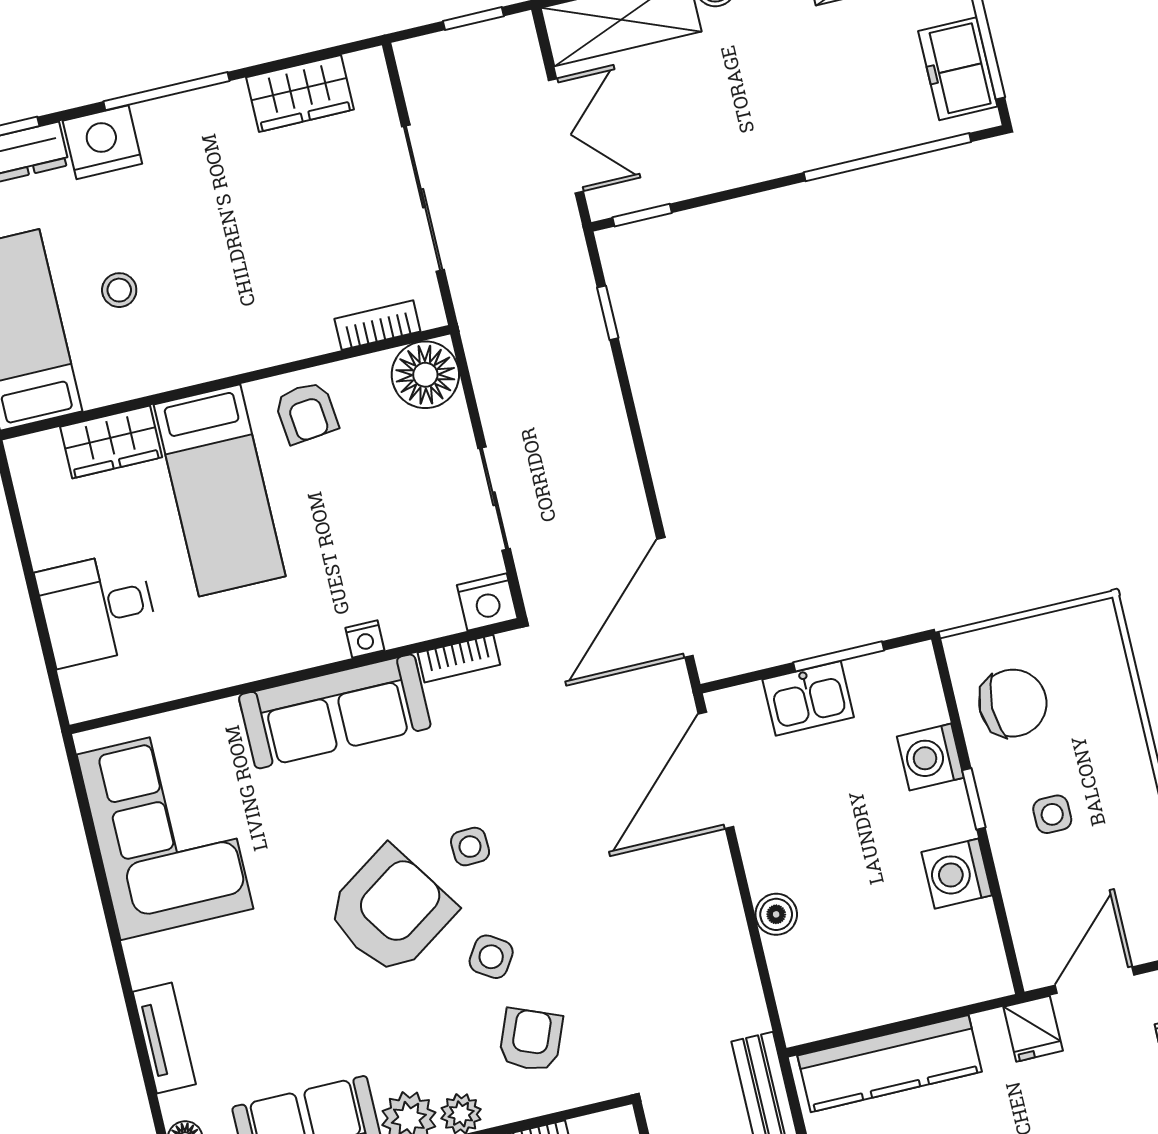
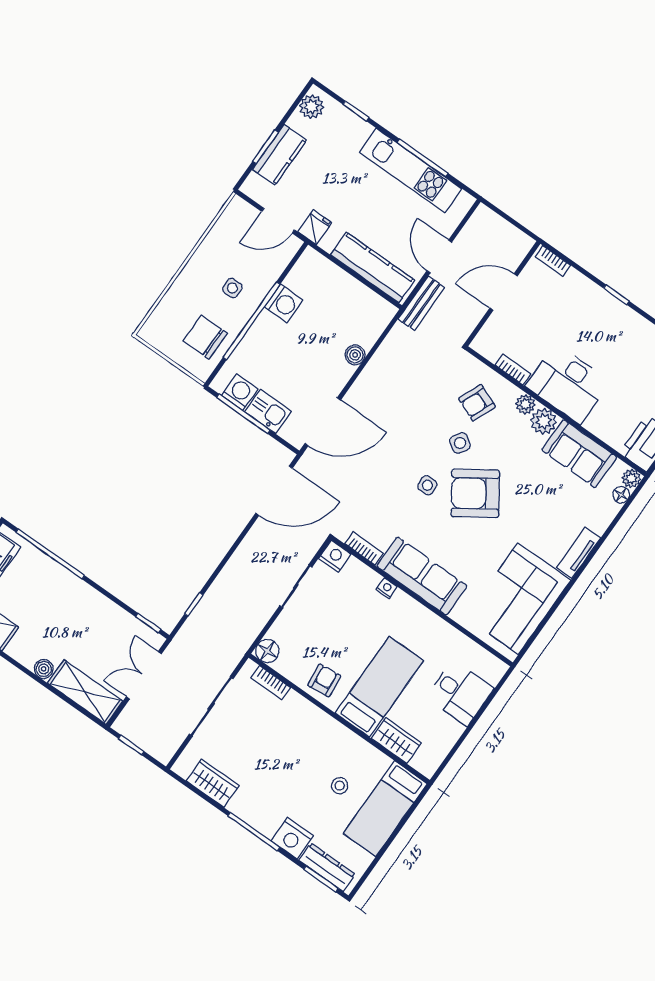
floor lamp: (425, 375) -> (267, 651), width x0.73, depth x0.73
window: (839, 656) -> (243, 414), width x1.44
washing machine: (930, 757) -> (240, 392), moved, turned -90
window: (974, 799) -> (252, 321), width x3.17
tv unit: (164, 1038) -> (579, 553), moved

